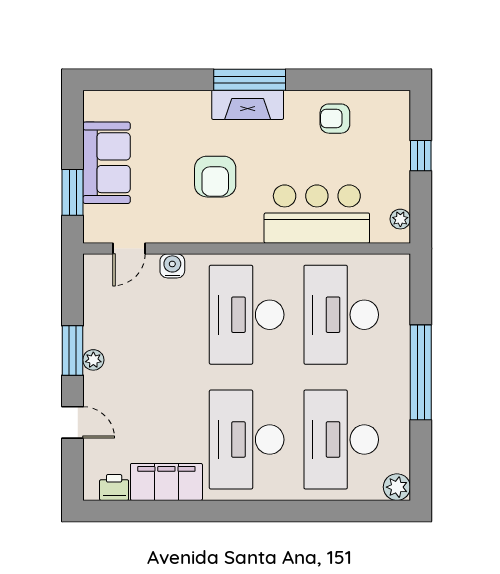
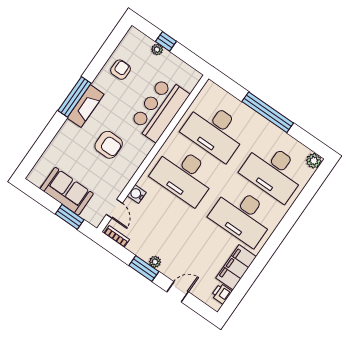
armchair: (335, 119) -> (121, 70), turned 180
plant: (400, 219) -> (157, 50), moved
bookcase: (92, 280) -> (117, 236), added

